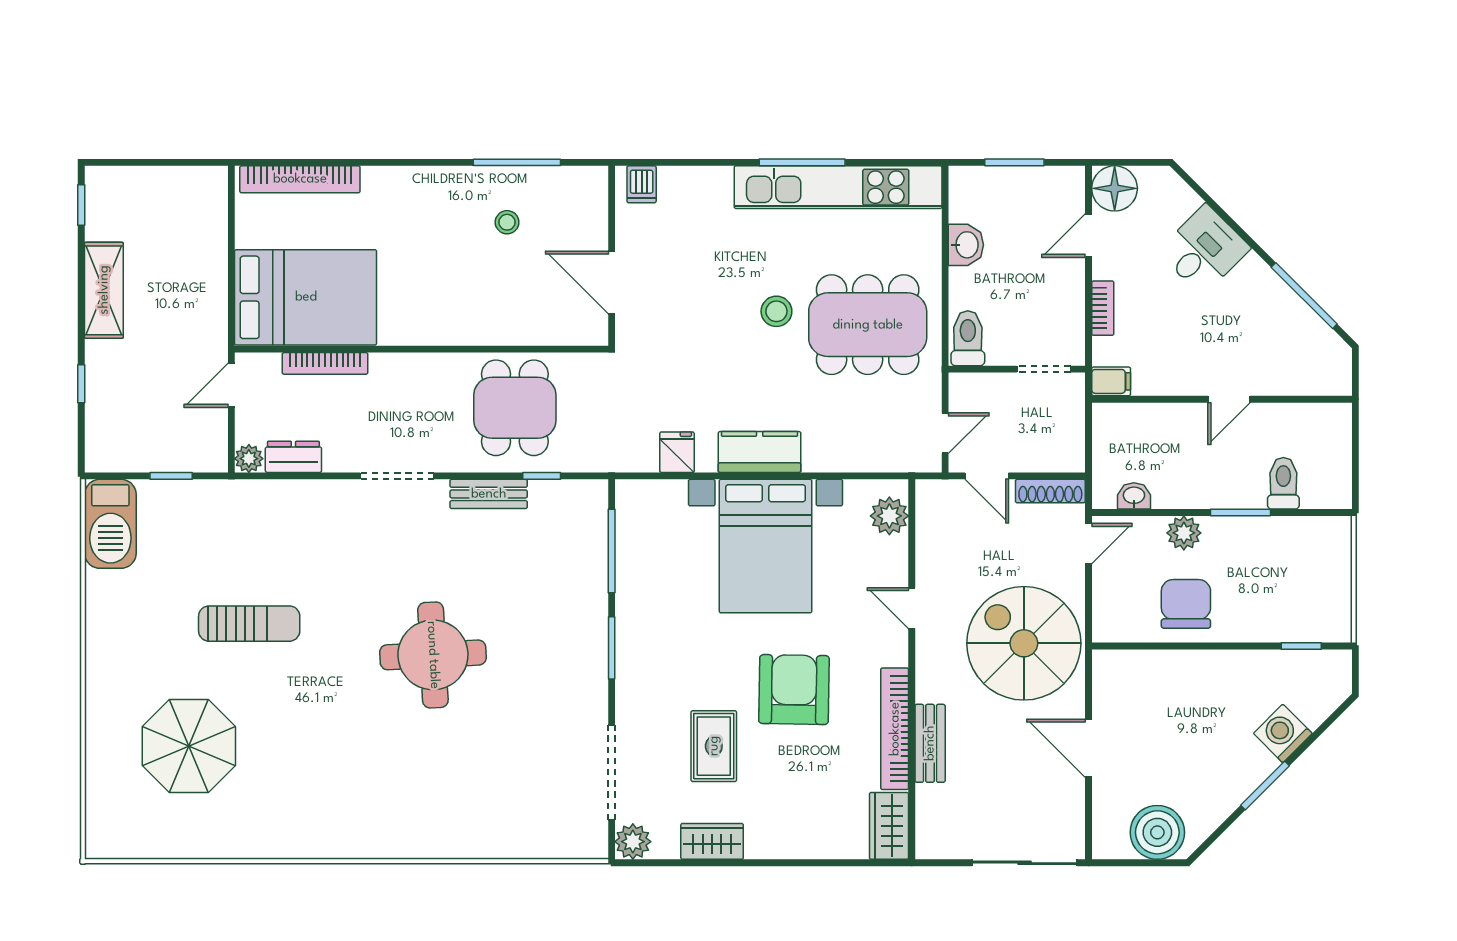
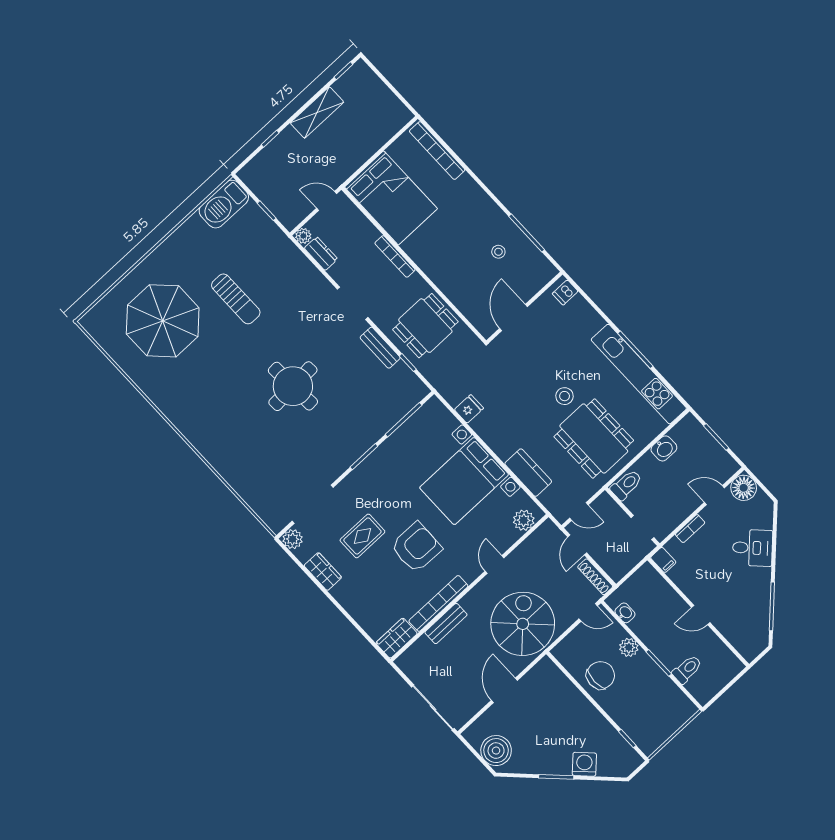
bookcase: (325, 363) -> (395, 256), moved
kitchen counter: (760, 452) -> (528, 473), moved
parasol: (189, 746) -> (163, 321), width x1.36, depth x1.36

